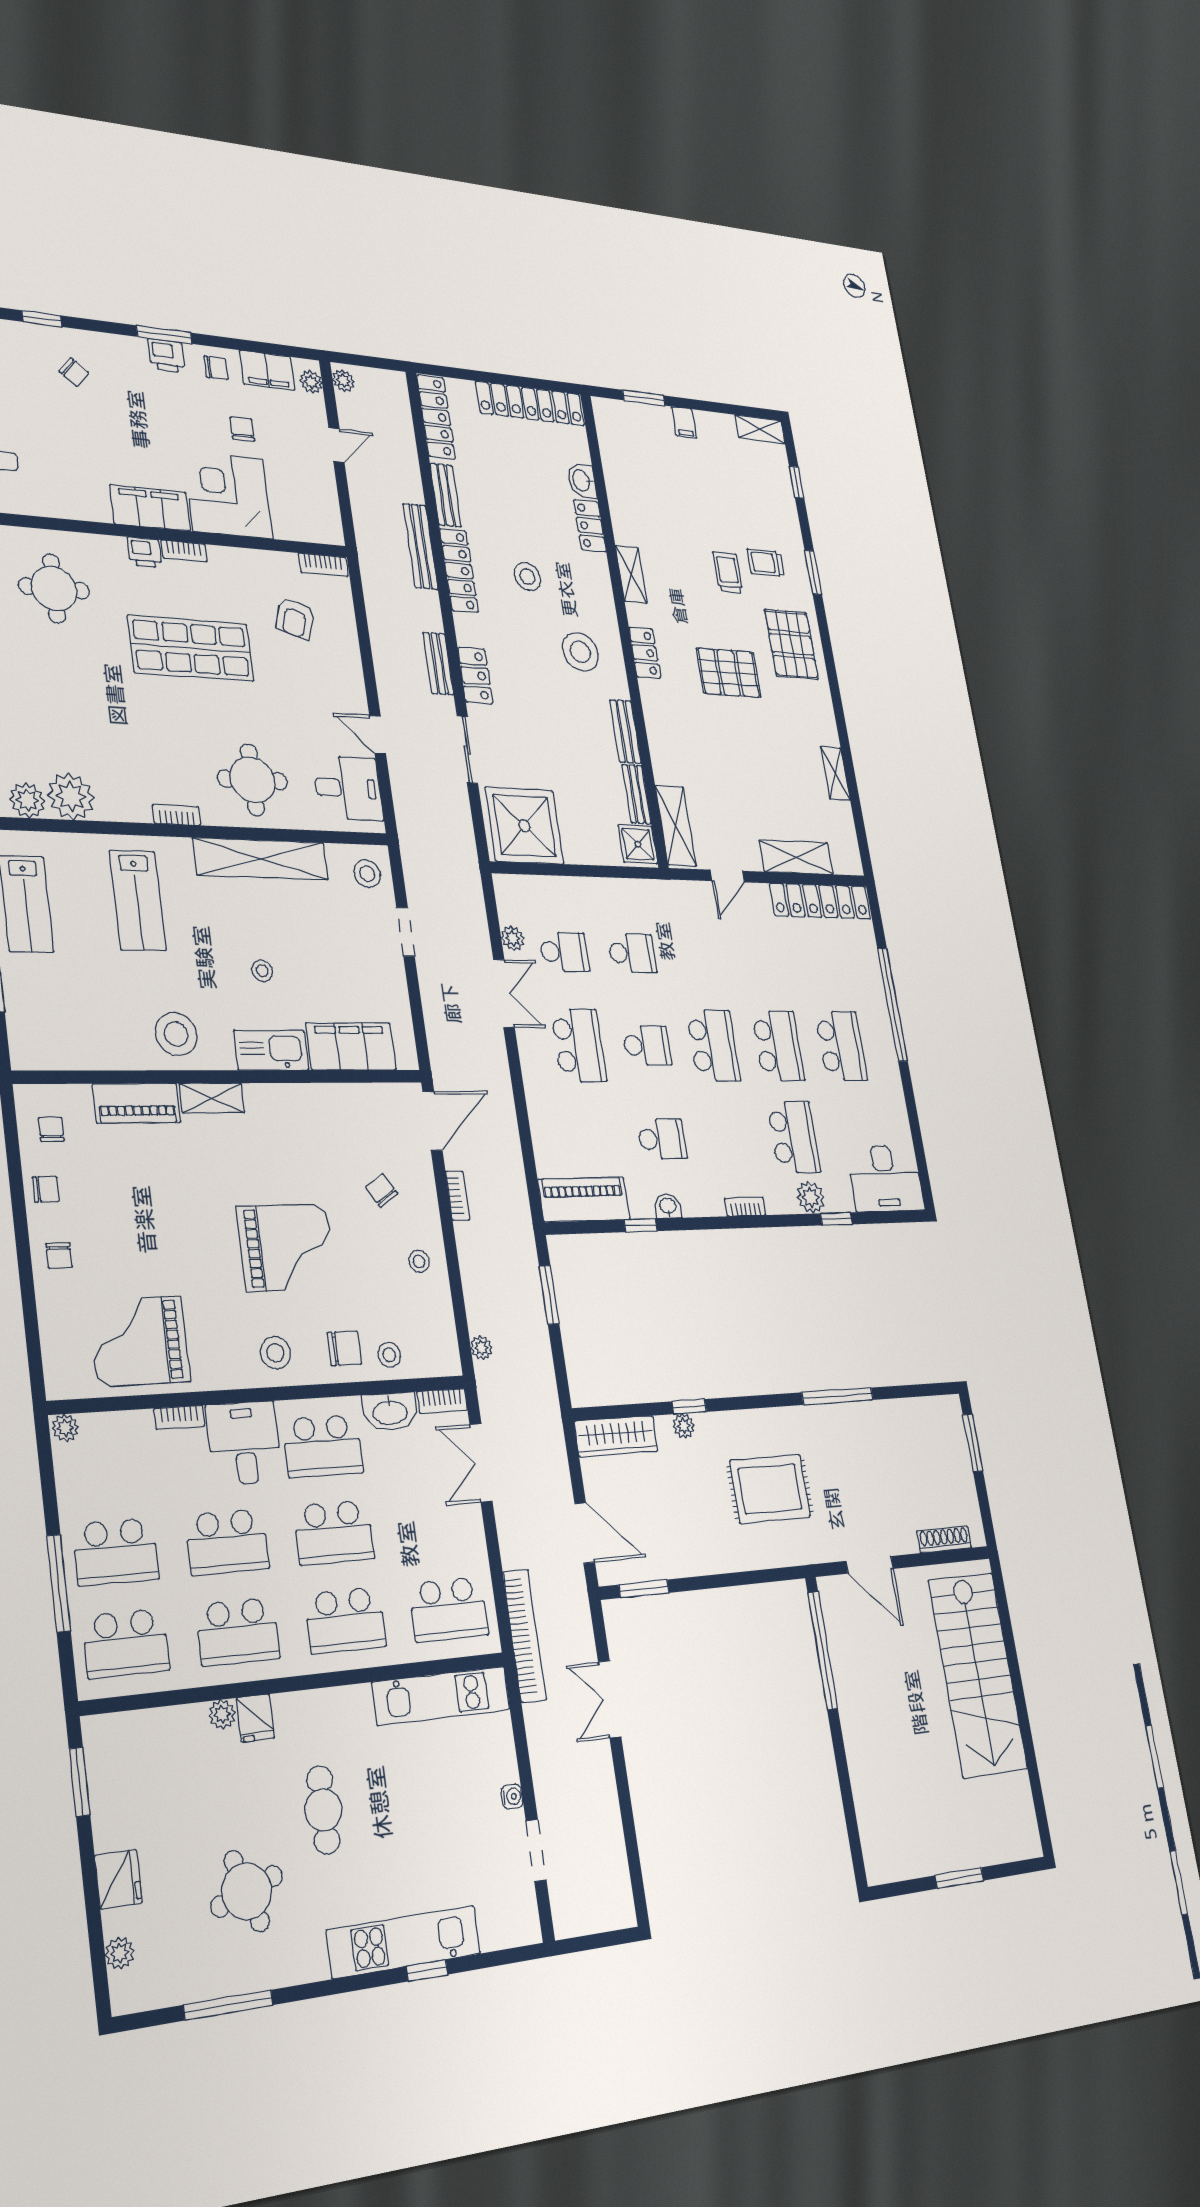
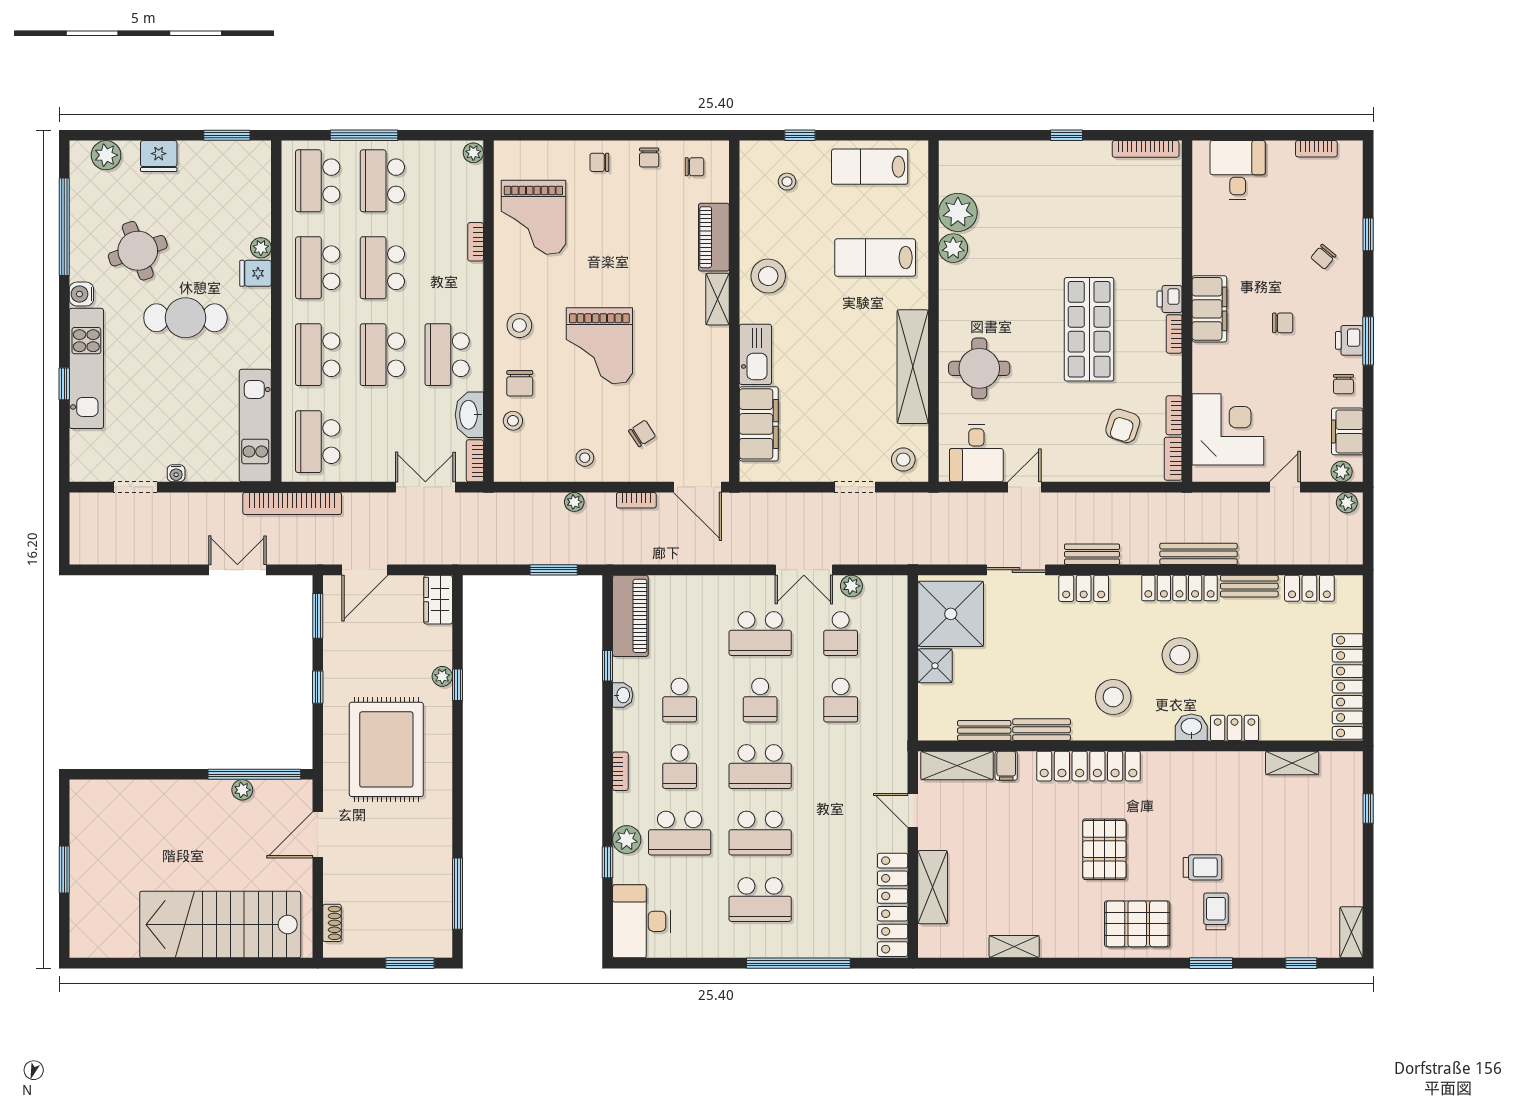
window: (644, 398) -> (1368, 808), width x0.67
locker: (436, 417) -> (1309, 588), width x0.66
filing cabinet: (684, 423) -> (1006, 766), moved, turned -90
chair: (242, 429) -> (1283, 323), moved
door: (336, 445) -> (1285, 487), swing flipped
washbasin: (582, 481) -> (1191, 727), moved
corner desk: (228, 495) -> (1228, 429), moved
shelving: (631, 574) -> (1292, 763), moved
stool: (527, 577) -> (1180, 655), width x1.38, depth x1.38
round table: (54, 588) -> (1131, 218), removed
armchair: (295, 618) -> (1123, 426), turned -89
locker: (645, 653) -> (1089, 766), width x2.16, depth x1.21
plant: (27, 800) -> (953, 248), moved
bookcase: (176, 815) -> (1174, 415), moved, turned 180
shower: (638, 844) -> (935, 666), moved
stool: (262, 971) -> (787, 182), moved
school desk: (729, 1138) -> (680, 767), added
grand piano: (139, 1341) -> (533, 217), turned 180
plant: (481, 1348) -> (574, 502), moved
window: (838, 1396) -> (457, 894), moved
wardrobe: (616, 1436) -> (438, 600), width x0.67
desk: (244, 1443) -> (453, 291), removed
rug: (770, 1489) -> (386, 749), width x1.37, depth x1.44
shoe rack: (944, 1540) -> (332, 923), width x0.70
window: (720, 1581) -> (318, 687), added
plant: (841, 1664) -> (242, 790), added
cafe table: (323, 1810) -> (185, 318), width x1.37, depth x1.35
plant: (120, 1953) -> (106, 155), width x1.38, depth x1.38
water cooler: (312, 1965) -> (81, 294), added
window: (228, 2005) -> (64, 227), width x1.46

